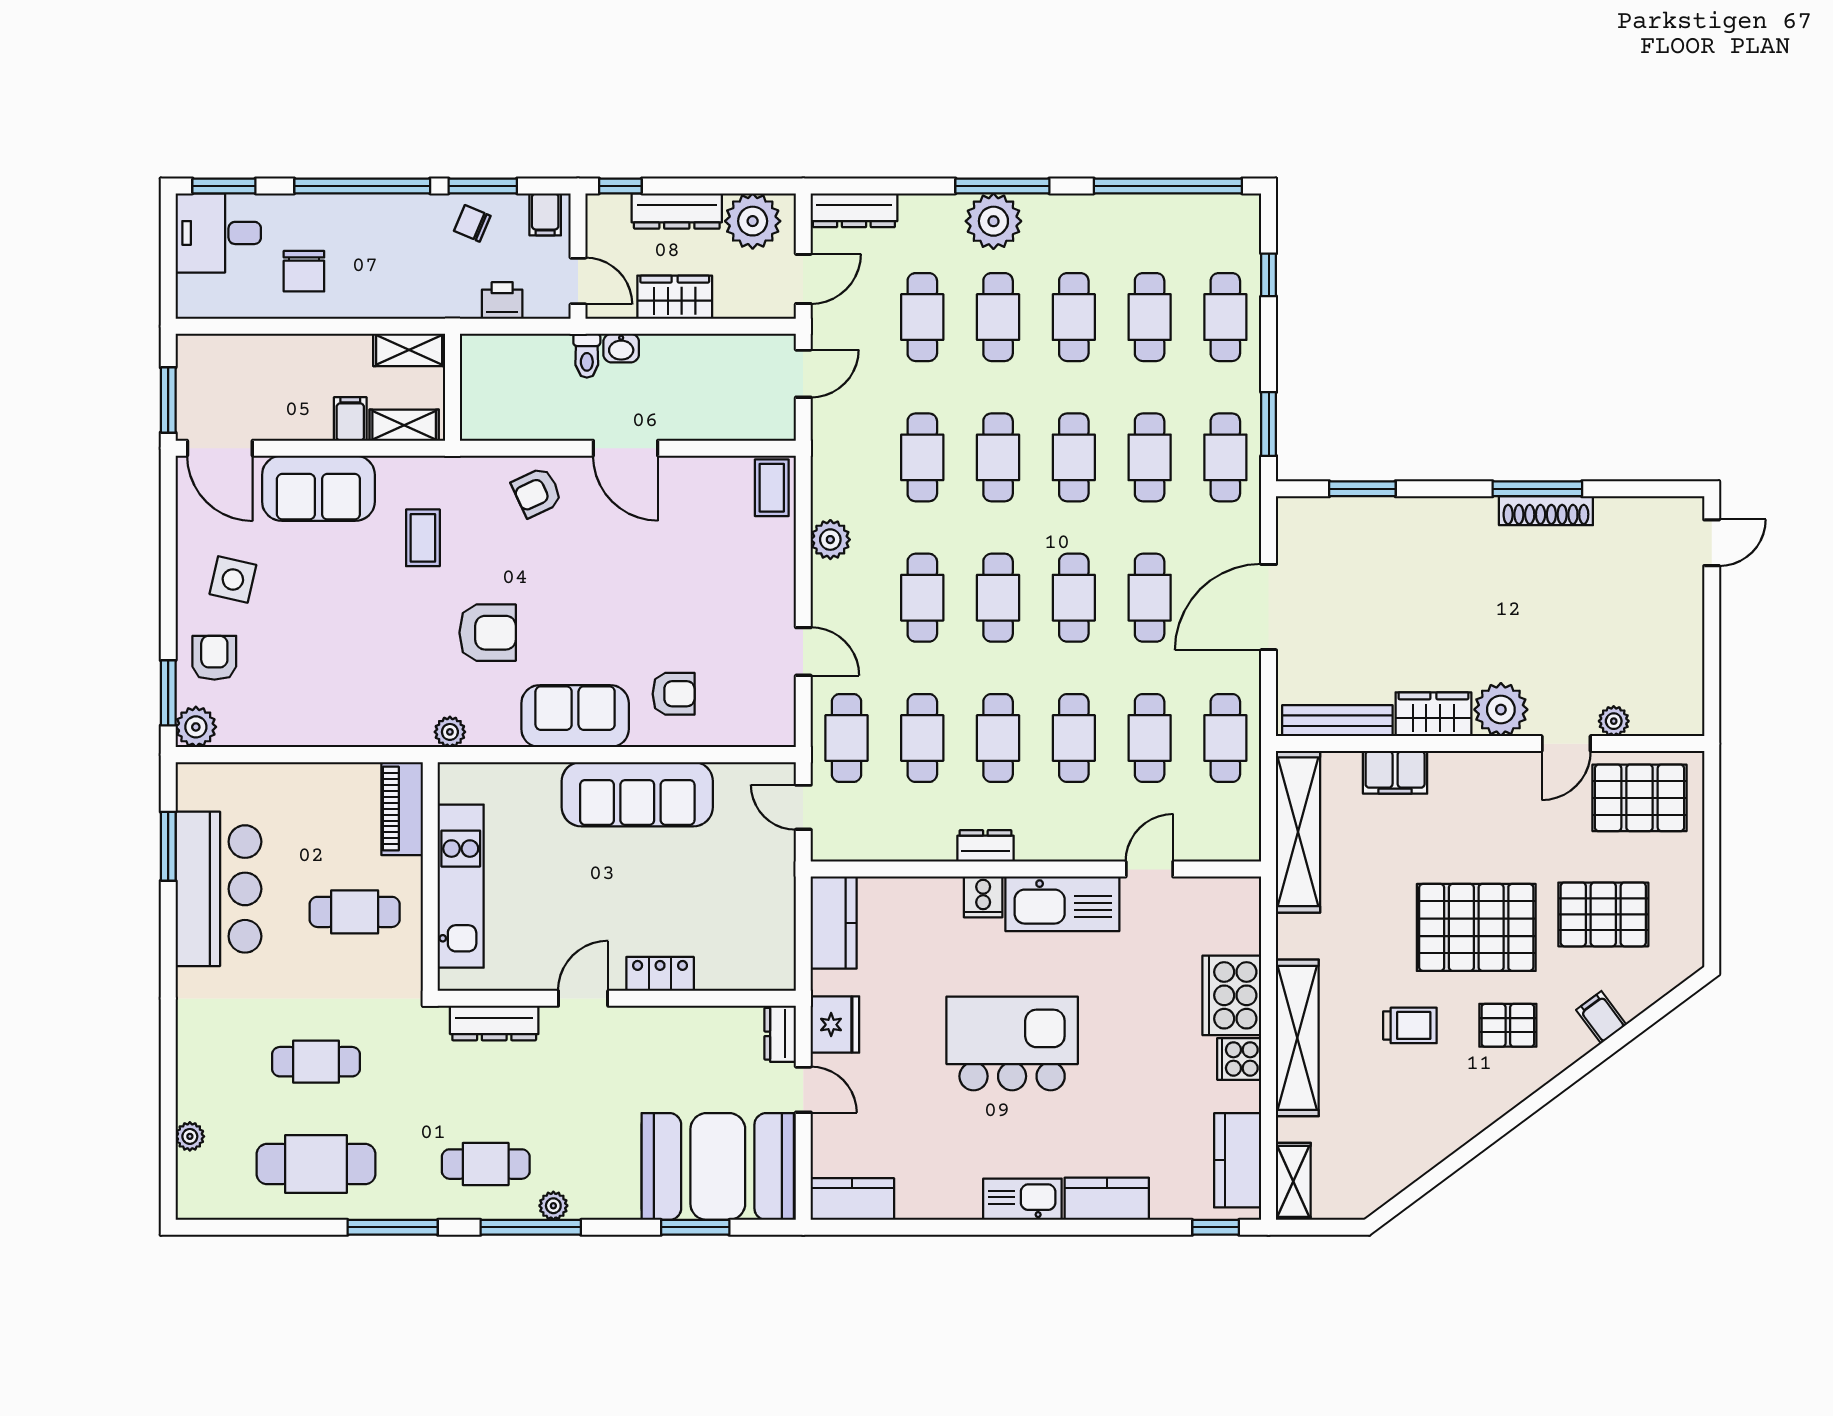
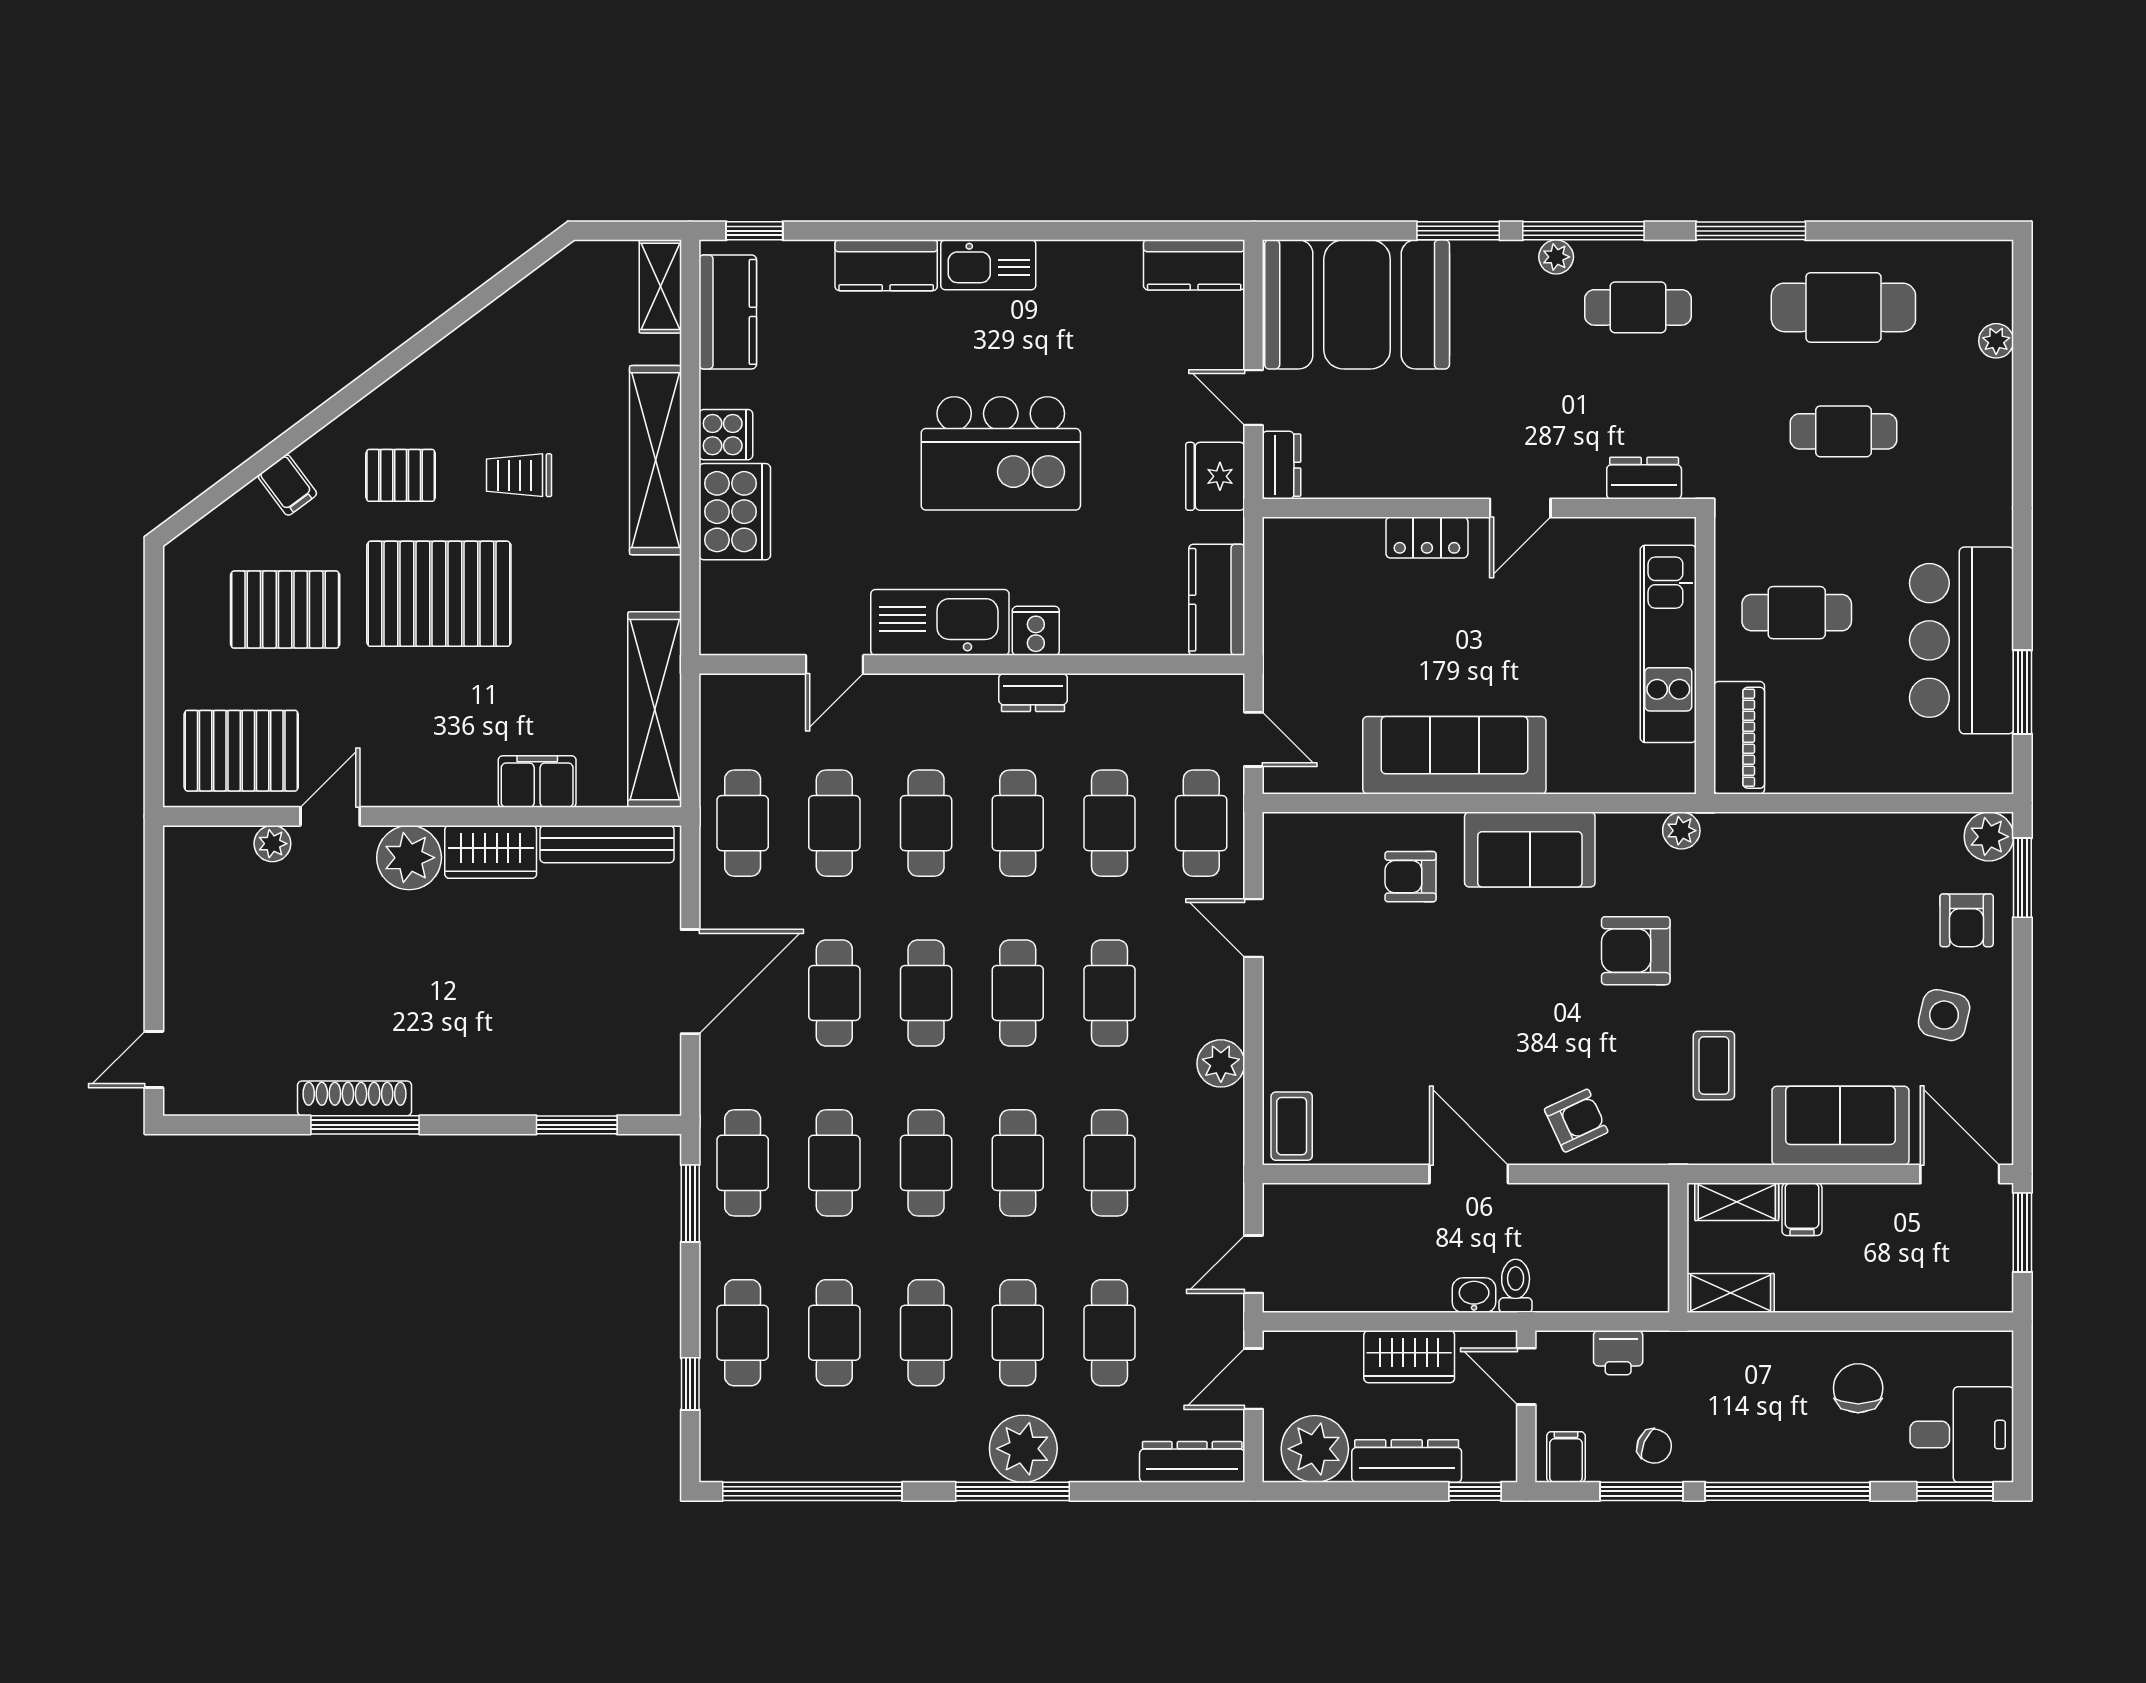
dresser: (494, 1023) -> (1644, 478), width x0.70
window: (695, 1227) -> (1458, 231), moved

